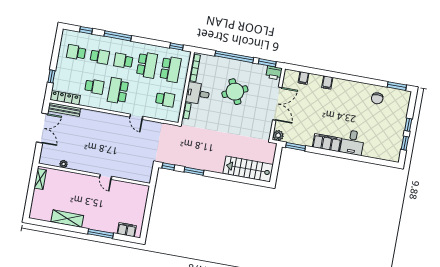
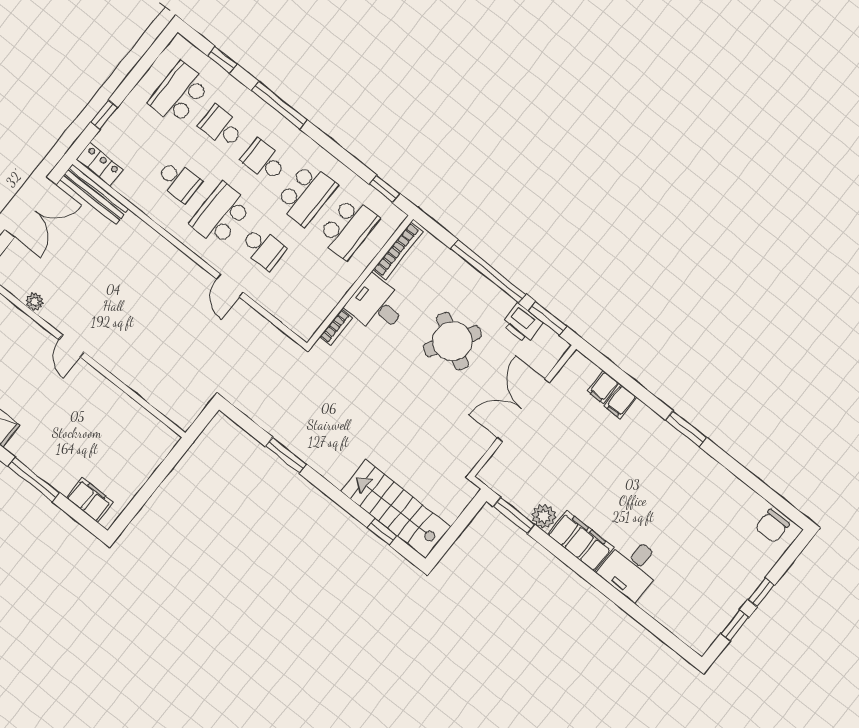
school desk: (76, 52) -> (179, 93), width x1.85
school desk: (100, 57) -> (221, 127), turned 180
printer: (274, 73) -> (522, 323), moved
filing cabinet: (327, 82) -> (620, 402), moved
window: (397, 86) -> (686, 429), moved
round table: (235, 92) -> (452, 341), turned -34
locker: (65, 98) -> (100, 164), width x0.66
chair: (377, 98) -> (772, 526), moved
school desk: (165, 99) -> (263, 248), moved
double door: (277, 104) -> (523, 410), swing flipped
plant: (278, 135) -> (544, 516), moved
window: (168, 167) -> (382, 532), moved
door: (106, 177) -> (71, 346), moved

